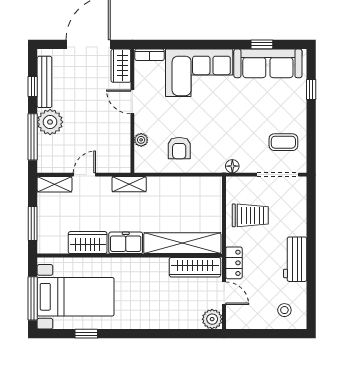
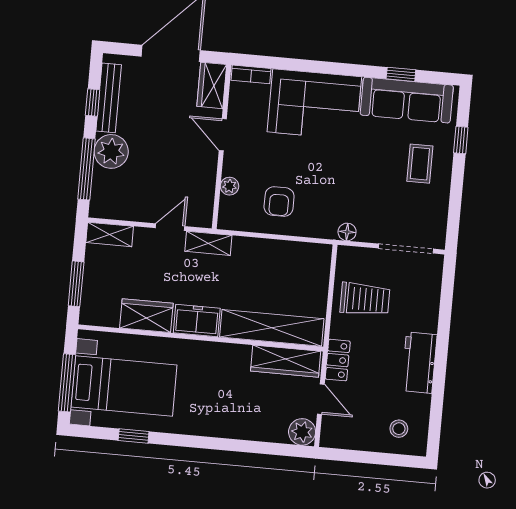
coffee table: (283, 142) -> (420, 164), moved, turned 90
door: (84, 175) -> (170, 227), moved

